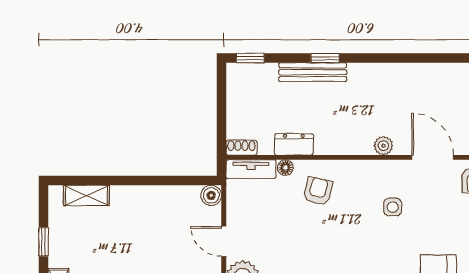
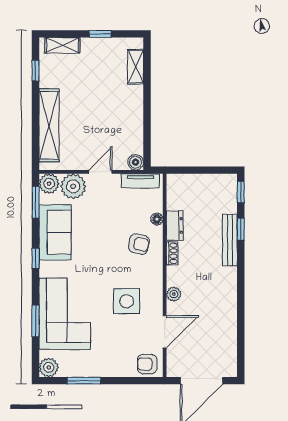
window: (325, 58) -> (241, 229), moved
shoe rack: (241, 148) -> (172, 253), moved
tv unit: (251, 169) -> (140, 181), moved, turned -90
side table: (393, 207) -> (127, 301), width x1.87, depth x1.87

